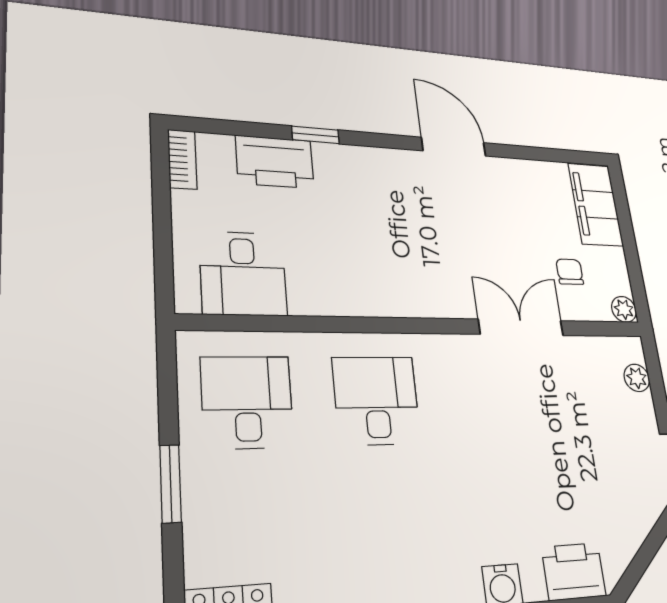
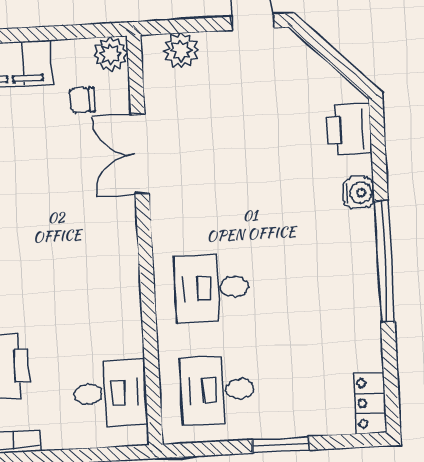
plant: (624, 309) -> (111, 54), width x1.38, depth x1.38
plant: (637, 378) -> (181, 50), width x1.38, depth x1.38

